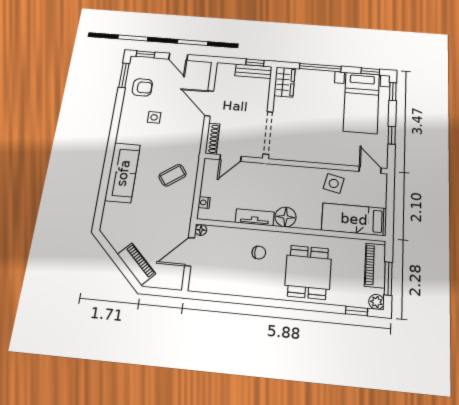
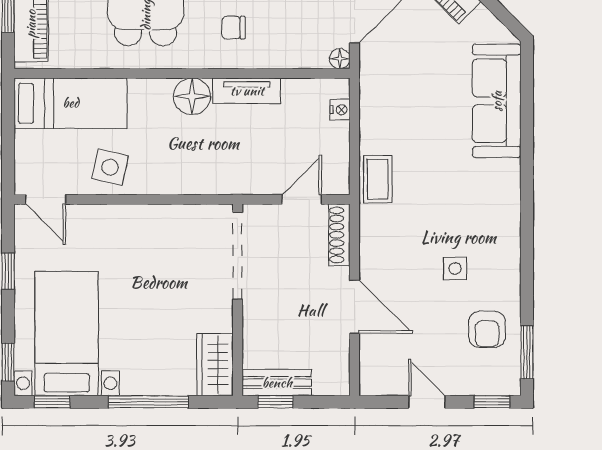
armchair: (142, 87) -> (487, 329), turned -90
sofa: (123, 173) -> (497, 101), moved
coffee table: (173, 175) -> (378, 179), moved, turned -55

